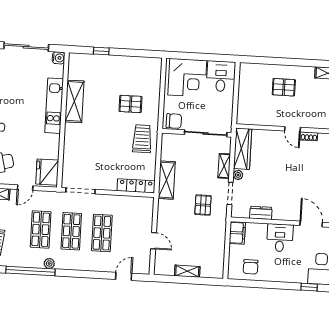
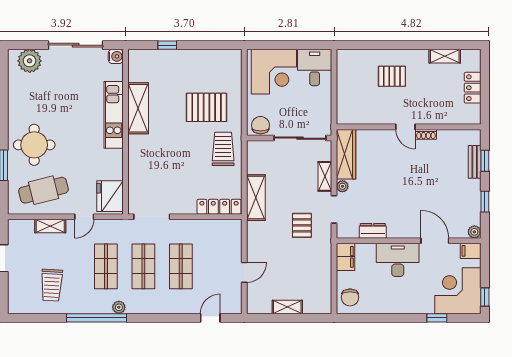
pallet: (131, 104) -> (207, 107), width x1.50, depth x1.42
chair: (174, 121) -> (260, 125), turned -90
desk: (280, 238) -> (398, 260), width x1.37
door: (154, 241) -> (244, 272), hinge flipped
chair: (251, 267) -> (350, 297), moved

